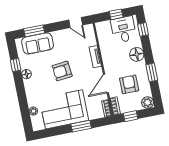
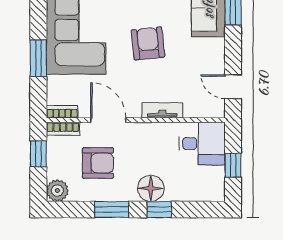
door: (76, 23) -> (233, 87), hinge flipped
window: (143, 29) -> (159, 210), moved
desk: (124, 30) -> (202, 143), moved

